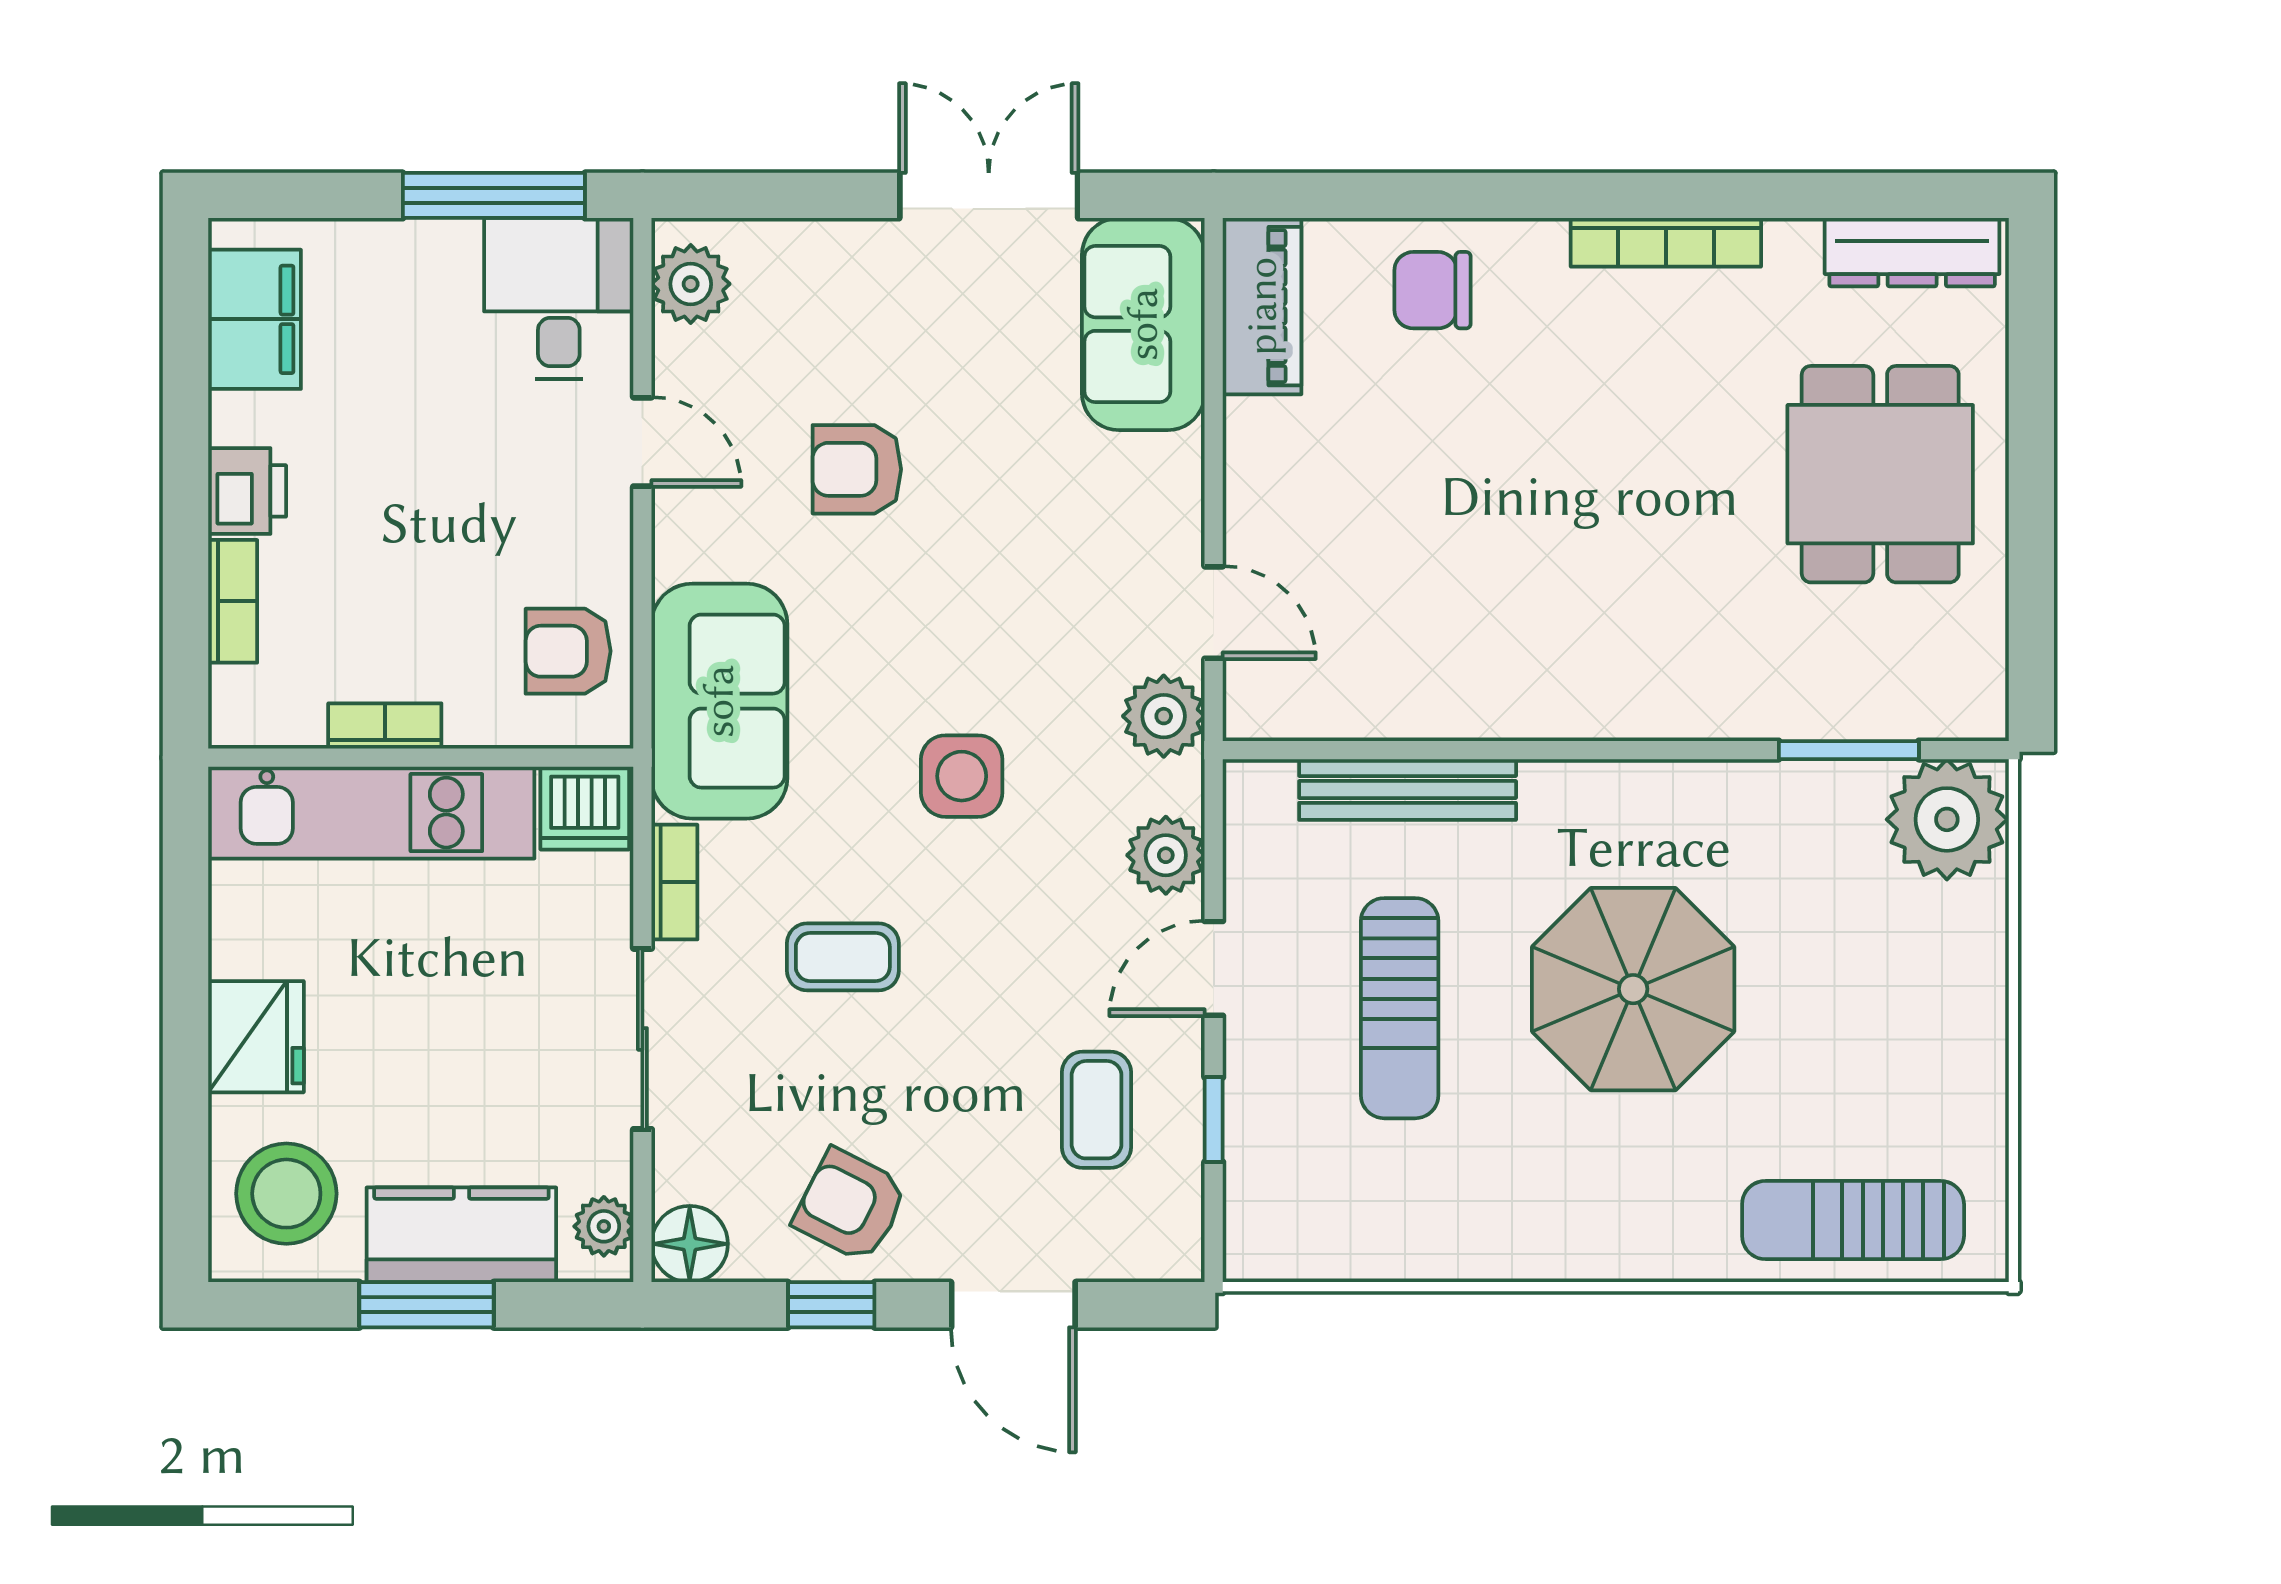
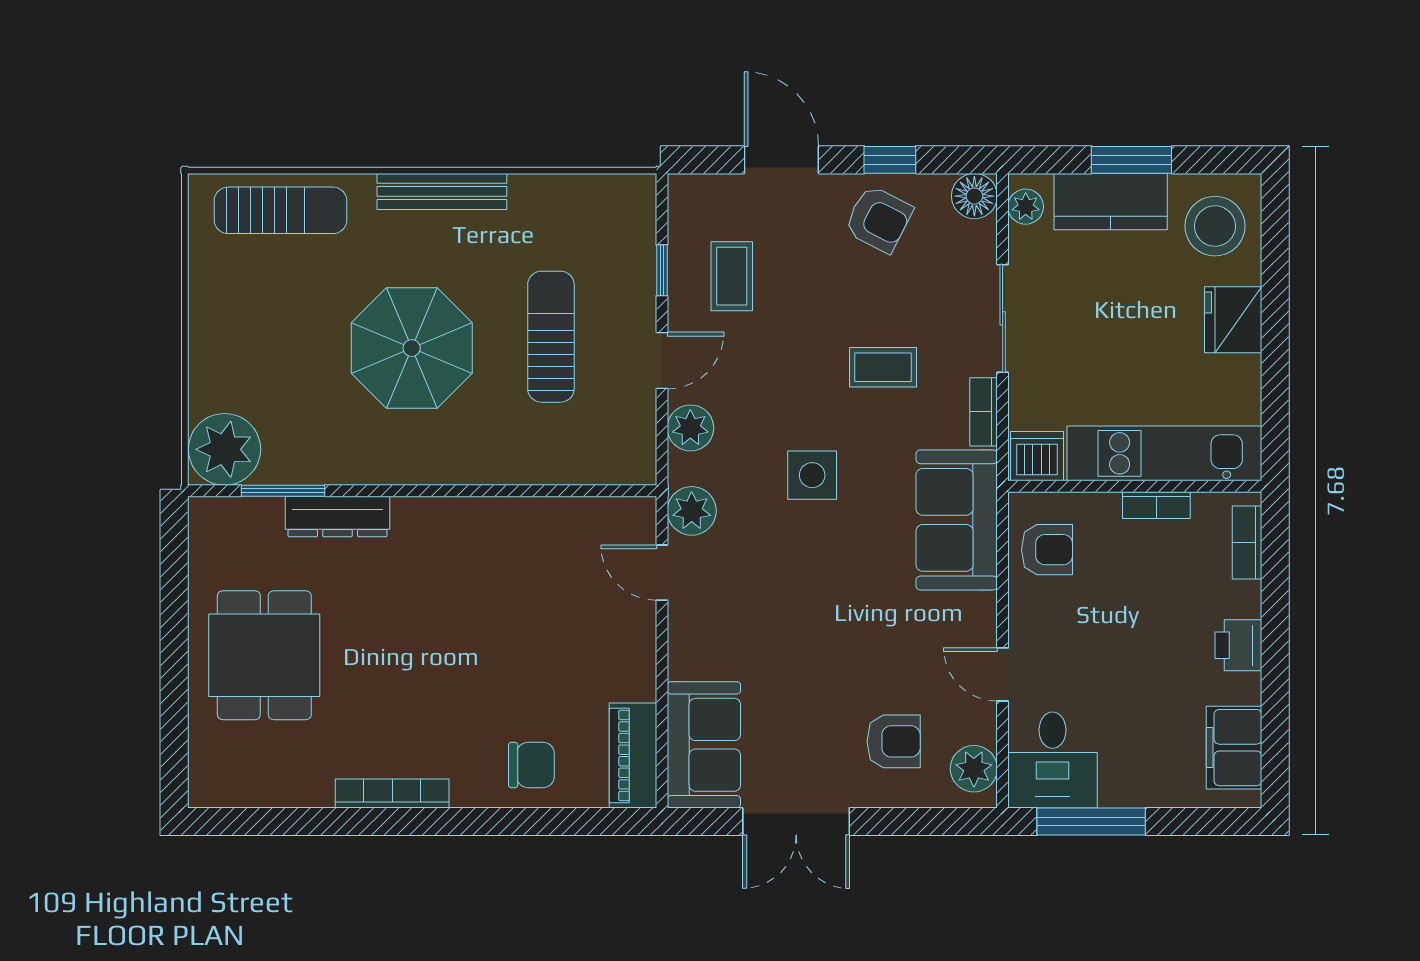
dresser: (1912, 252) -> (338, 516), moved, turned 180
armchair: (857, 469) -> (894, 741), moved
bookcase: (233, 601) -> (1247, 542), moved
bench: (1408, 789) -> (442, 191), moved

